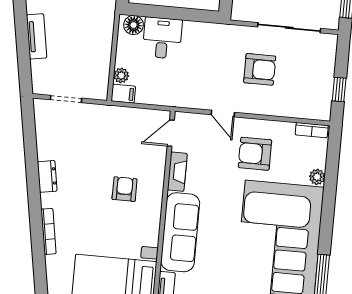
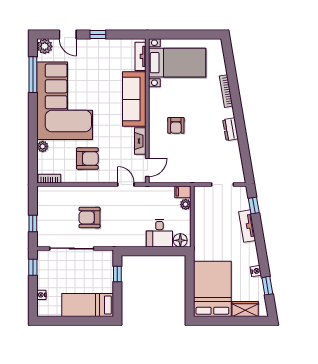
window: (24, 65) -> (254, 205), added
window: (339, 89) -> (33, 224), moved
door: (223, 114) -> (126, 184), moved

